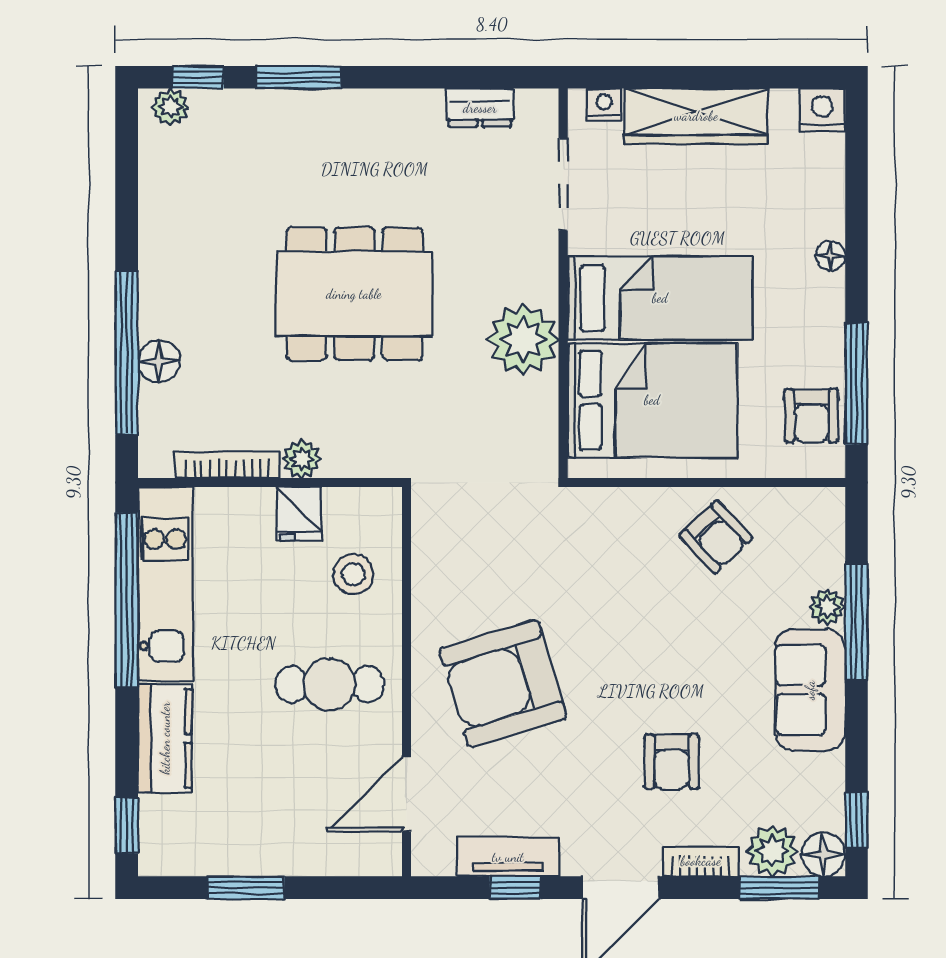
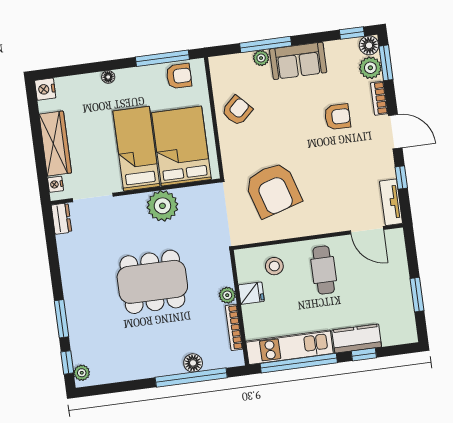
dresser: (480, 108) -> (61, 219), moved
dining table: (354, 294) -> (152, 282), turned 90
armchair: (503, 683) -> (273, 190), moved
window: (127, 825) -> (364, 354), moved
tv unit: (508, 857) -> (391, 202), moved

